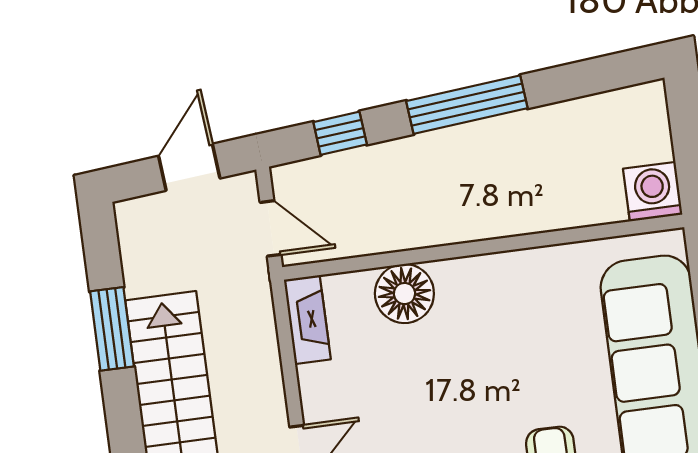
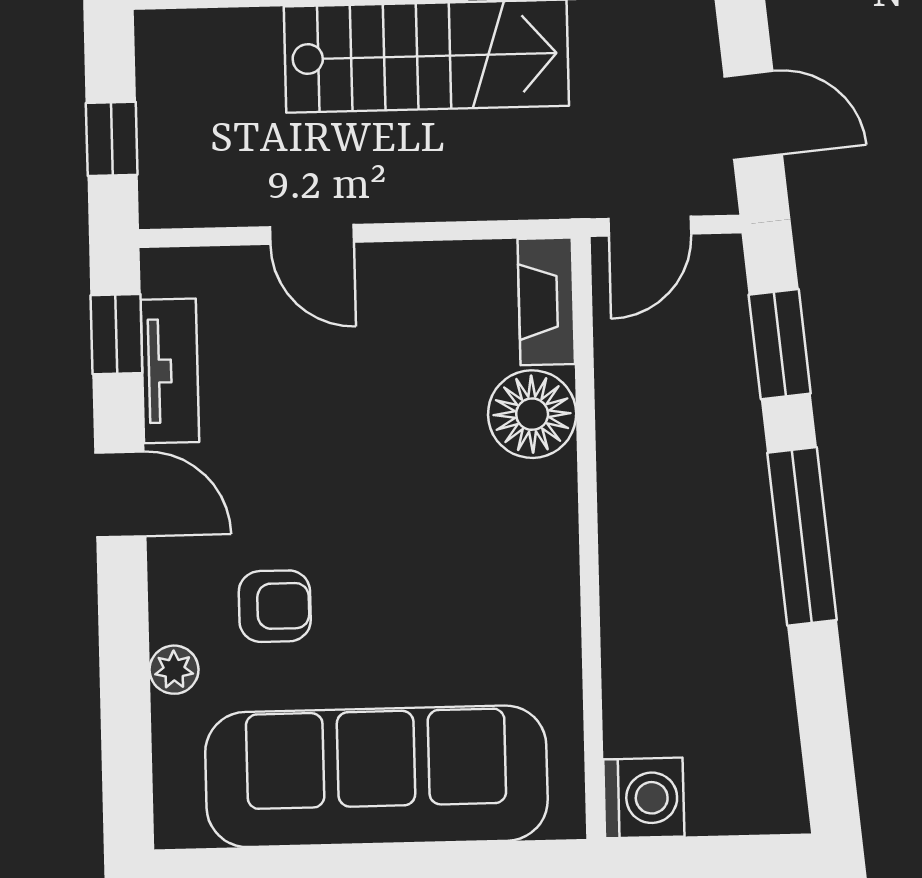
window: (340, 133) -> (780, 344), width x1.50
fireplace: (307, 319) -> (546, 301), moved, turned 90

